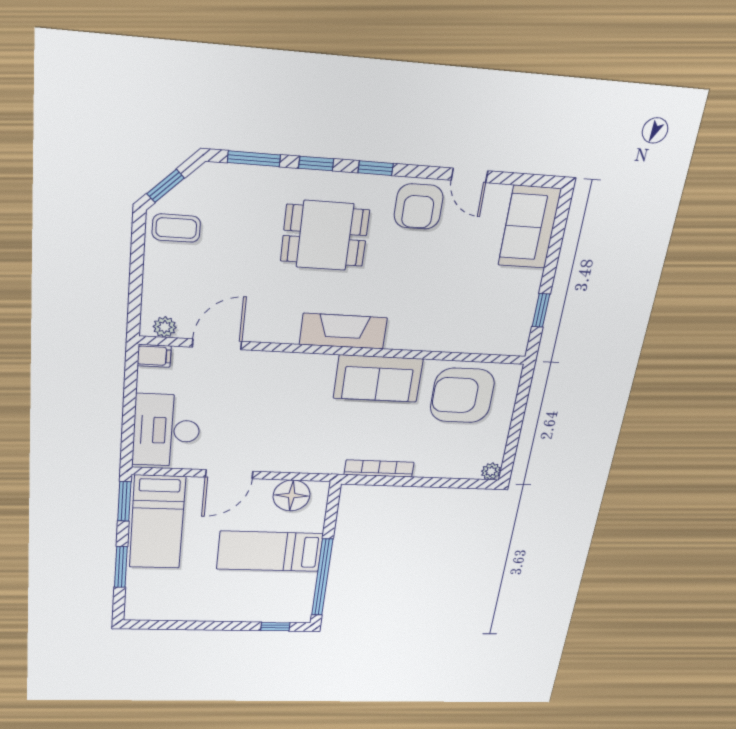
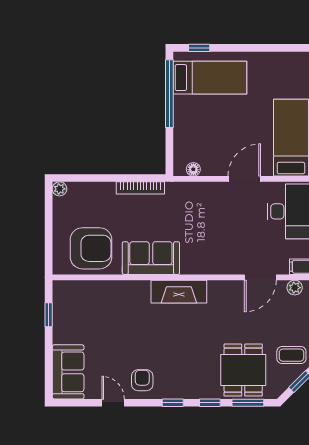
armchair: (419, 206) -> (142, 380), width x0.72, depth x0.72
dining table: (325, 236) -> (243, 370), moved, turned 90
floor lamp: (292, 495) -> (193, 169), width x0.53, depth x0.53
bed: (270, 551) -> (210, 78), moved

